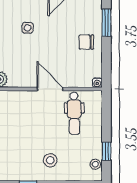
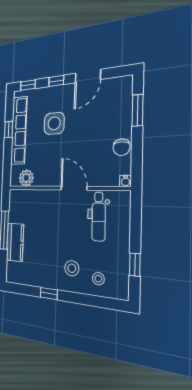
side table: (28, 28) -> (54, 123), width x1.87, depth x1.87
chair: (86, 42) -> (122, 147), moved, turned -90
stool: (95, 164) -> (98, 279), moved

